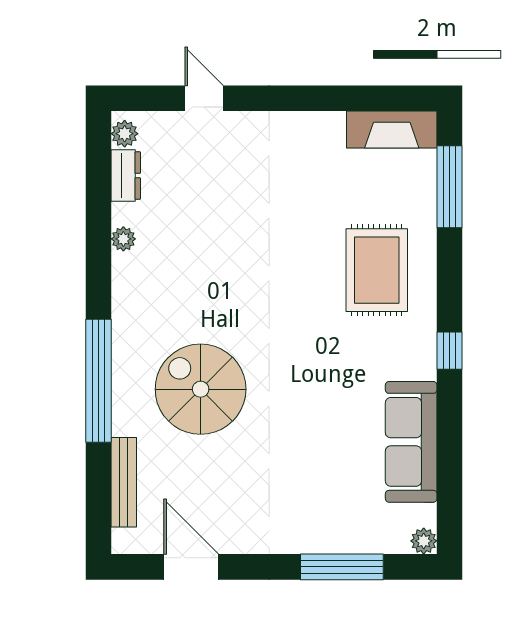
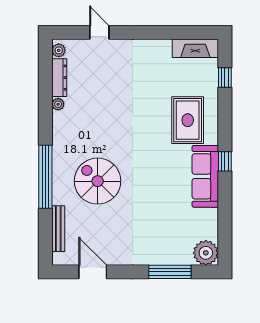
dresser: (126, 176) -> (59, 78), width x1.44
window: (450, 187) -> (225, 78), width x0.46
sofa: (411, 442) -> (205, 176), moved
plant: (424, 541) -> (206, 253), width x1.88, depth x1.88

